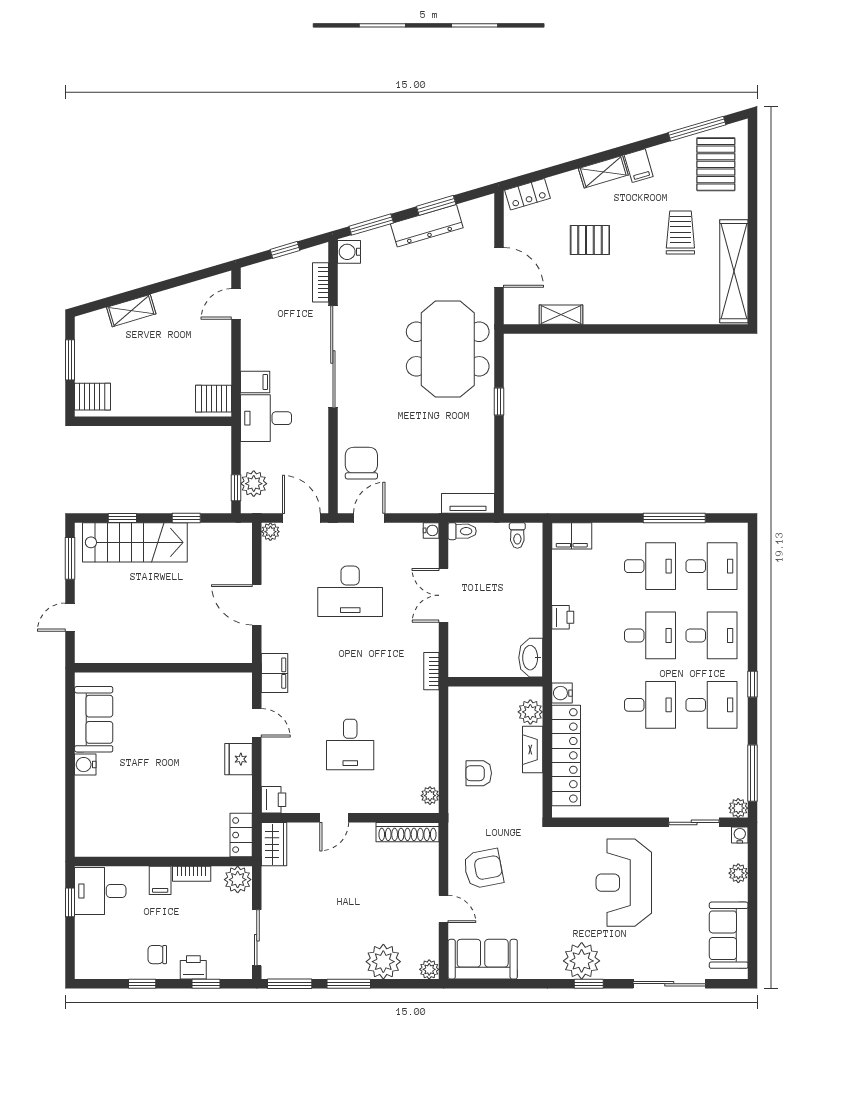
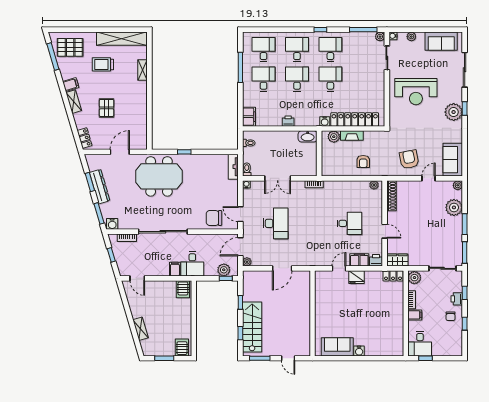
shelving: (561, 315) -> (142, 70), moved
filing cabinet: (275, 673) -> (359, 260), moved

